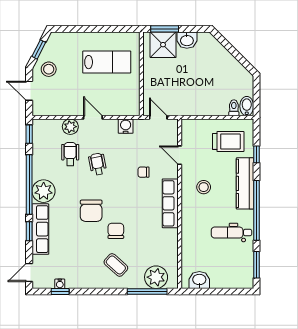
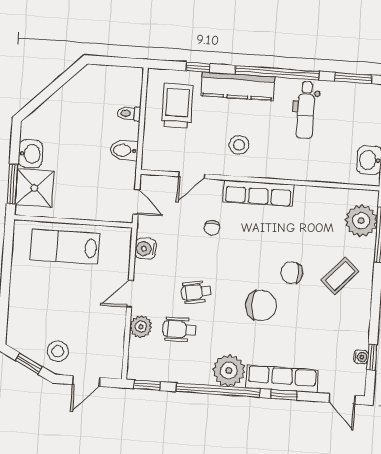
lab bench: (107, 62) -> (65, 247), moved, turned -90
bidet: (247, 106) -> (124, 150), moved
toilet: (234, 108) -> (129, 113), moved
door: (158, 117) -> (136, 202), swing flipped

